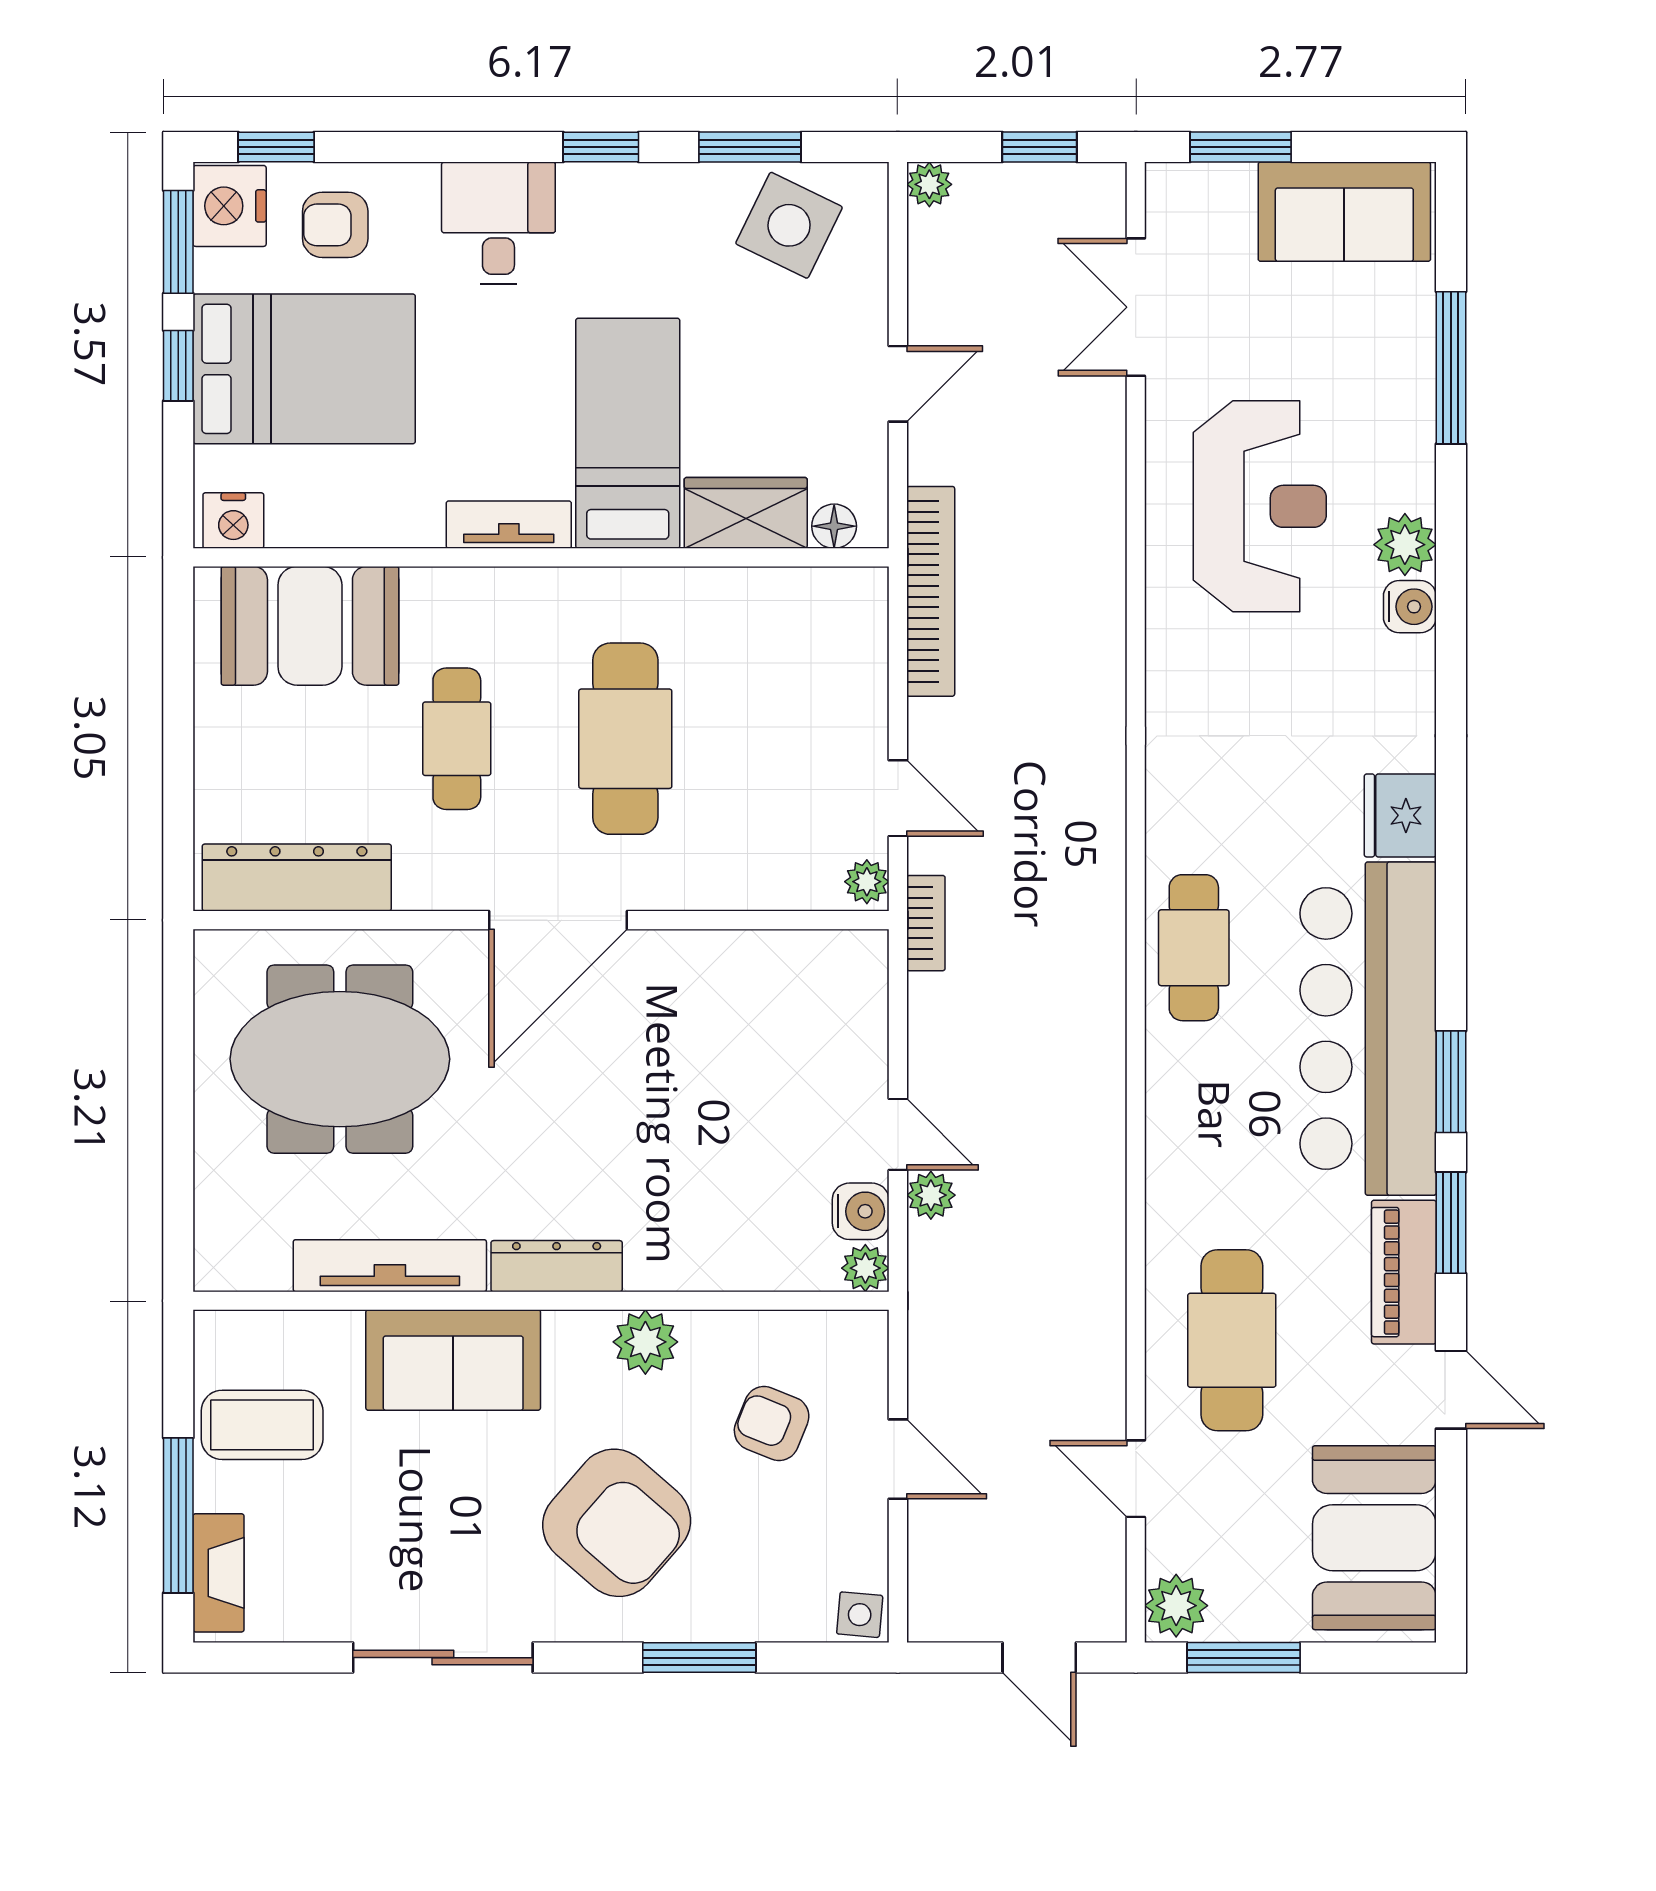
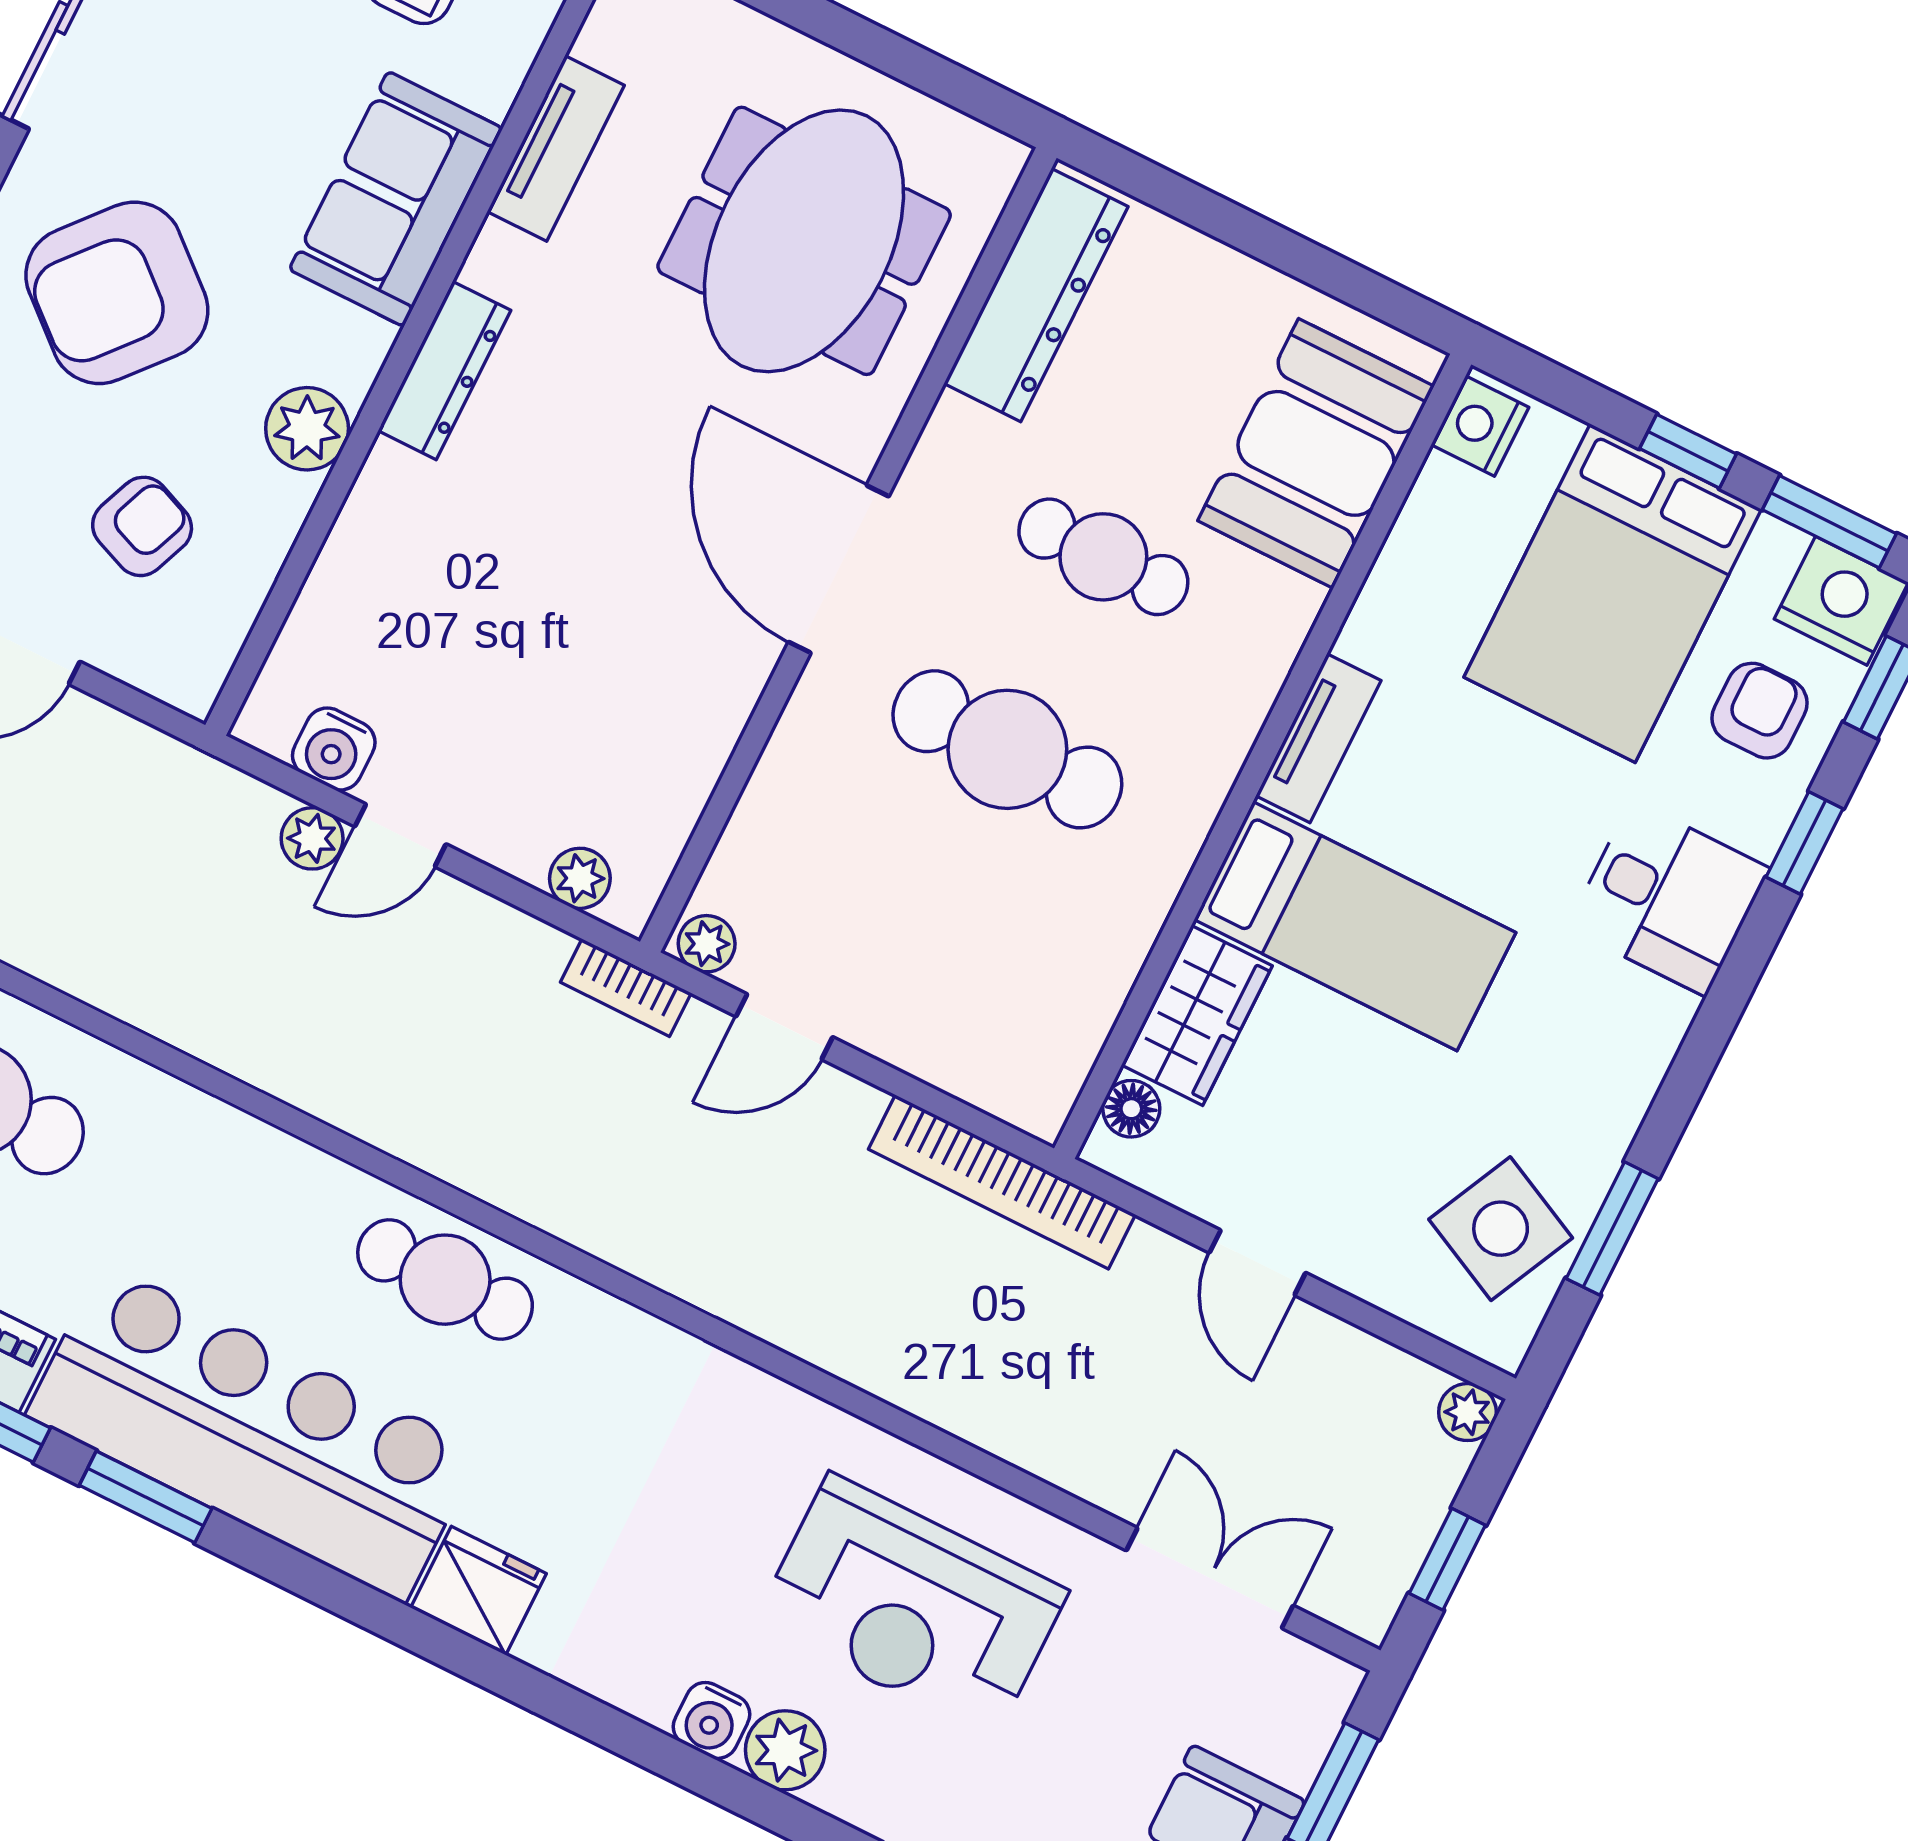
window: (601, 147) -> (1805, 843), moved
tv unit: (390, 1266) -> (556, 148), width x0.71
plant: (865, 1268) -> (580, 878), moved

